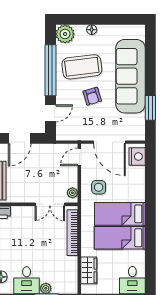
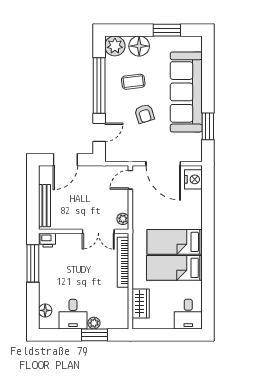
window: (113, 19) -> (167, 30), added
floor lamp: (92, 30) -> (139, 46), width x1.89, depth x1.89
coffee table: (82, 67) -> (133, 82), width x0.54, depth x0.58
side table: (99, 187) -> (151, 213), removed

